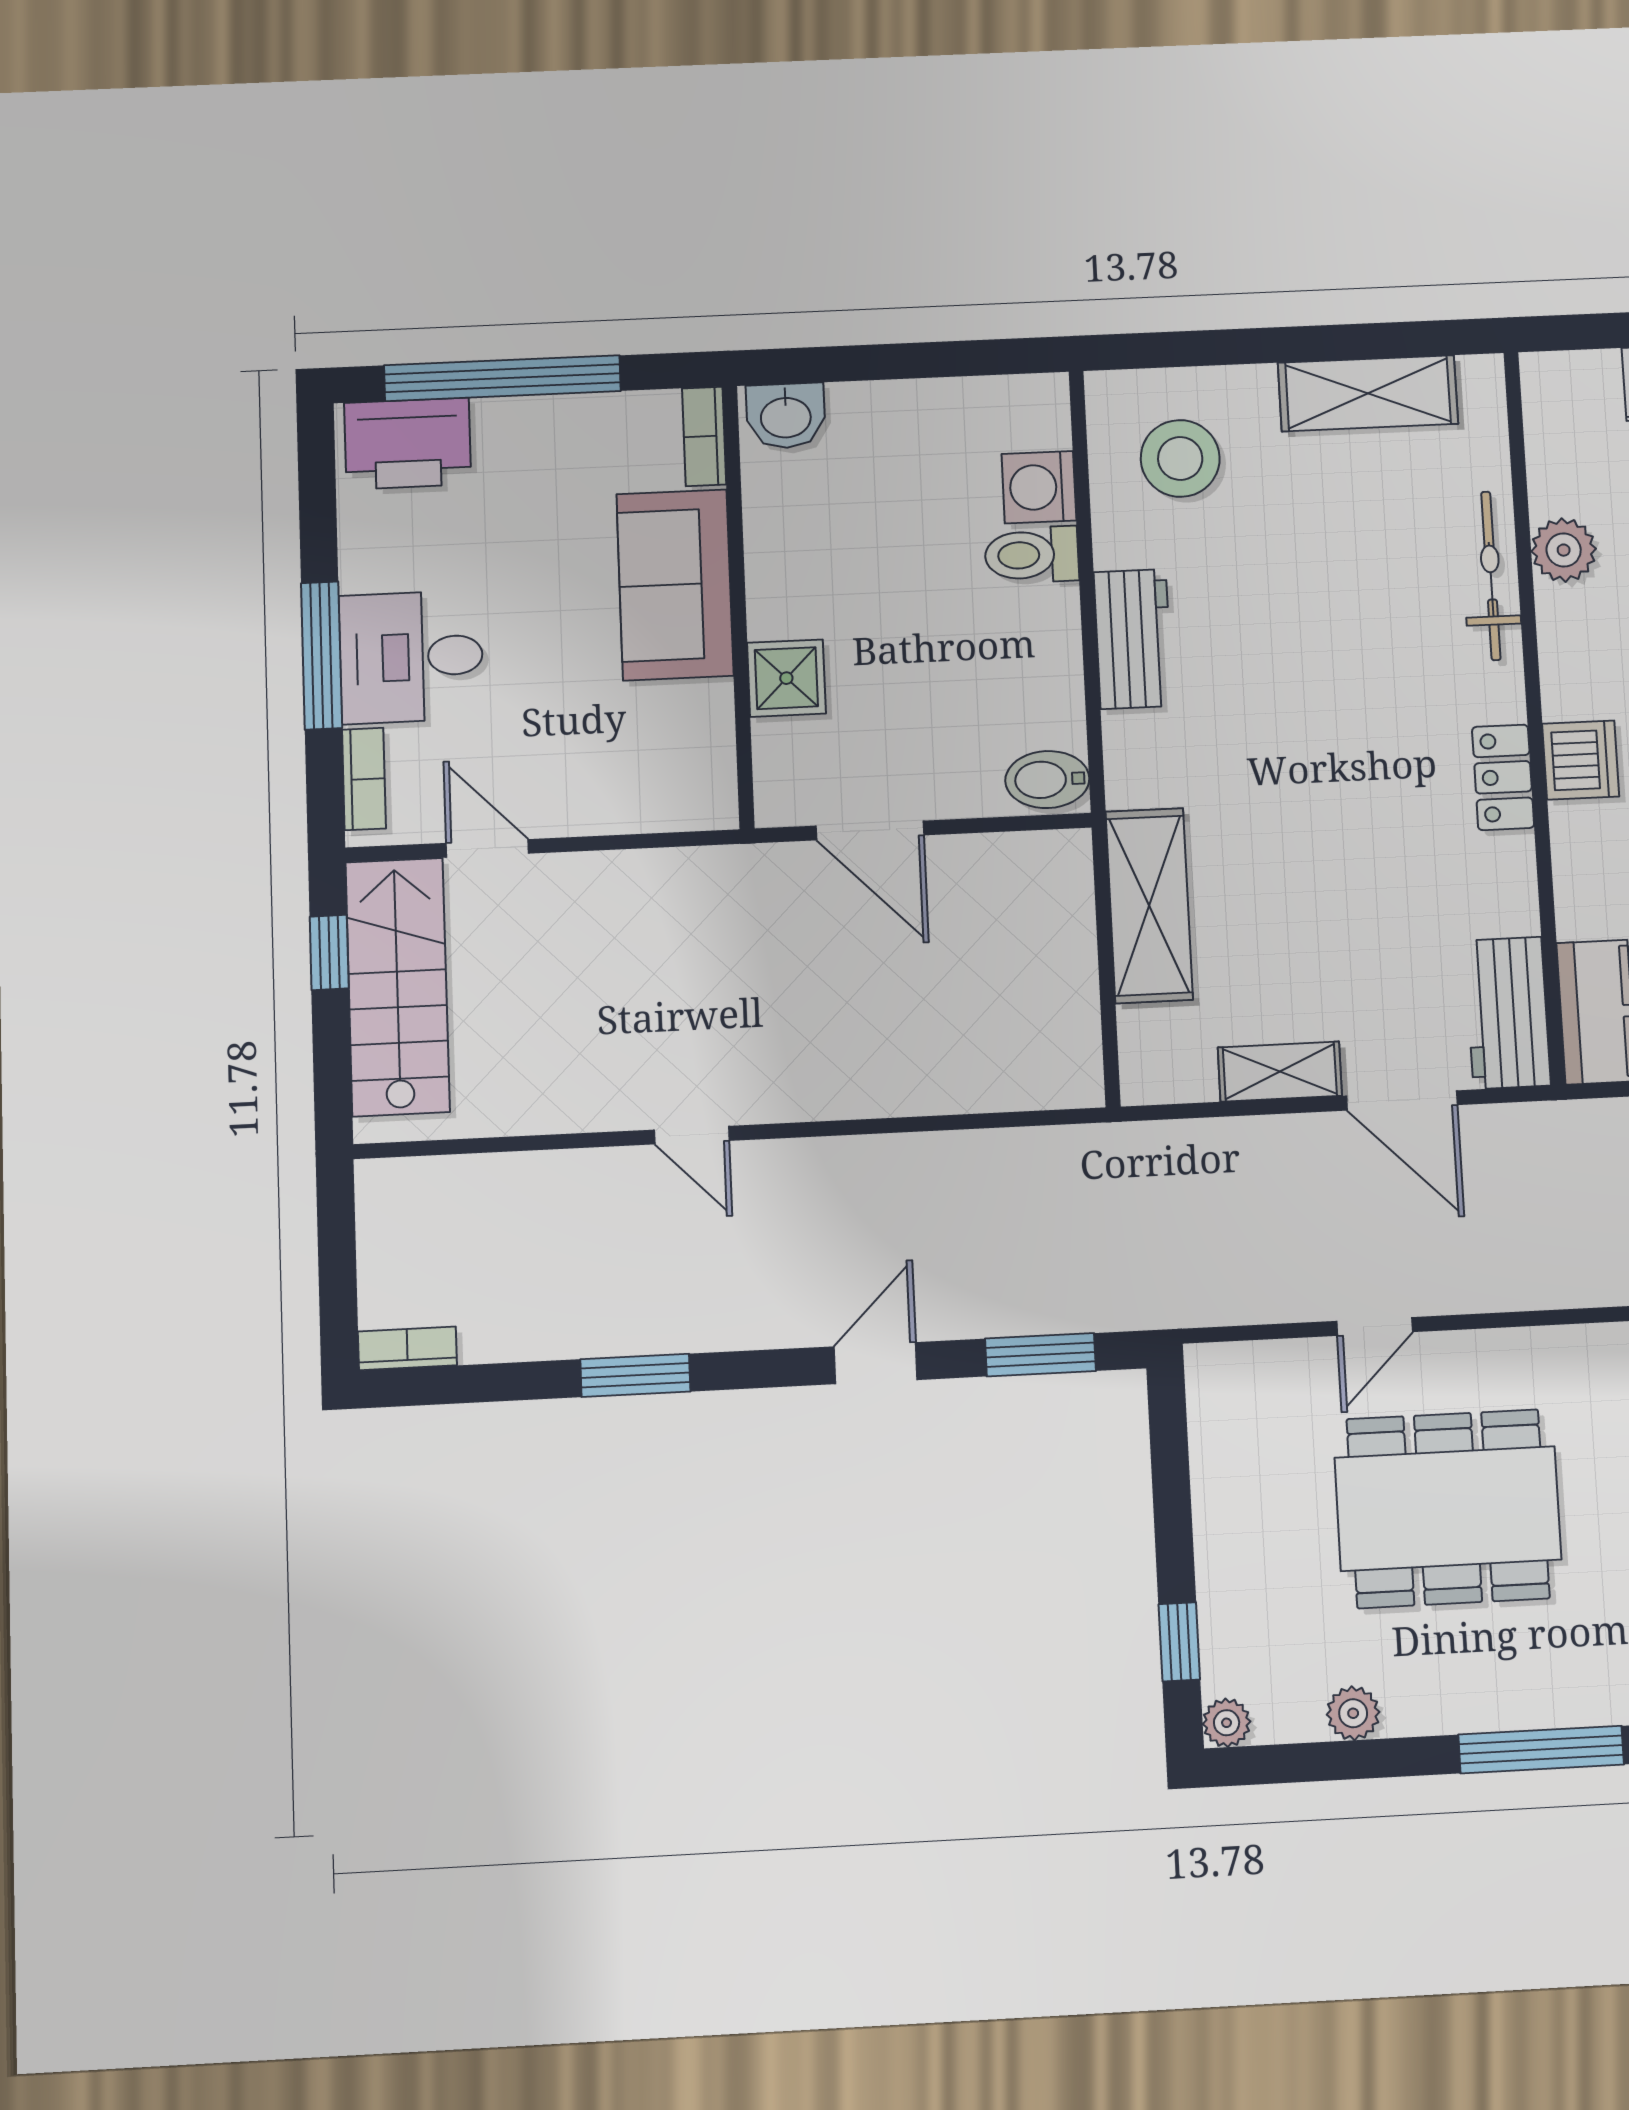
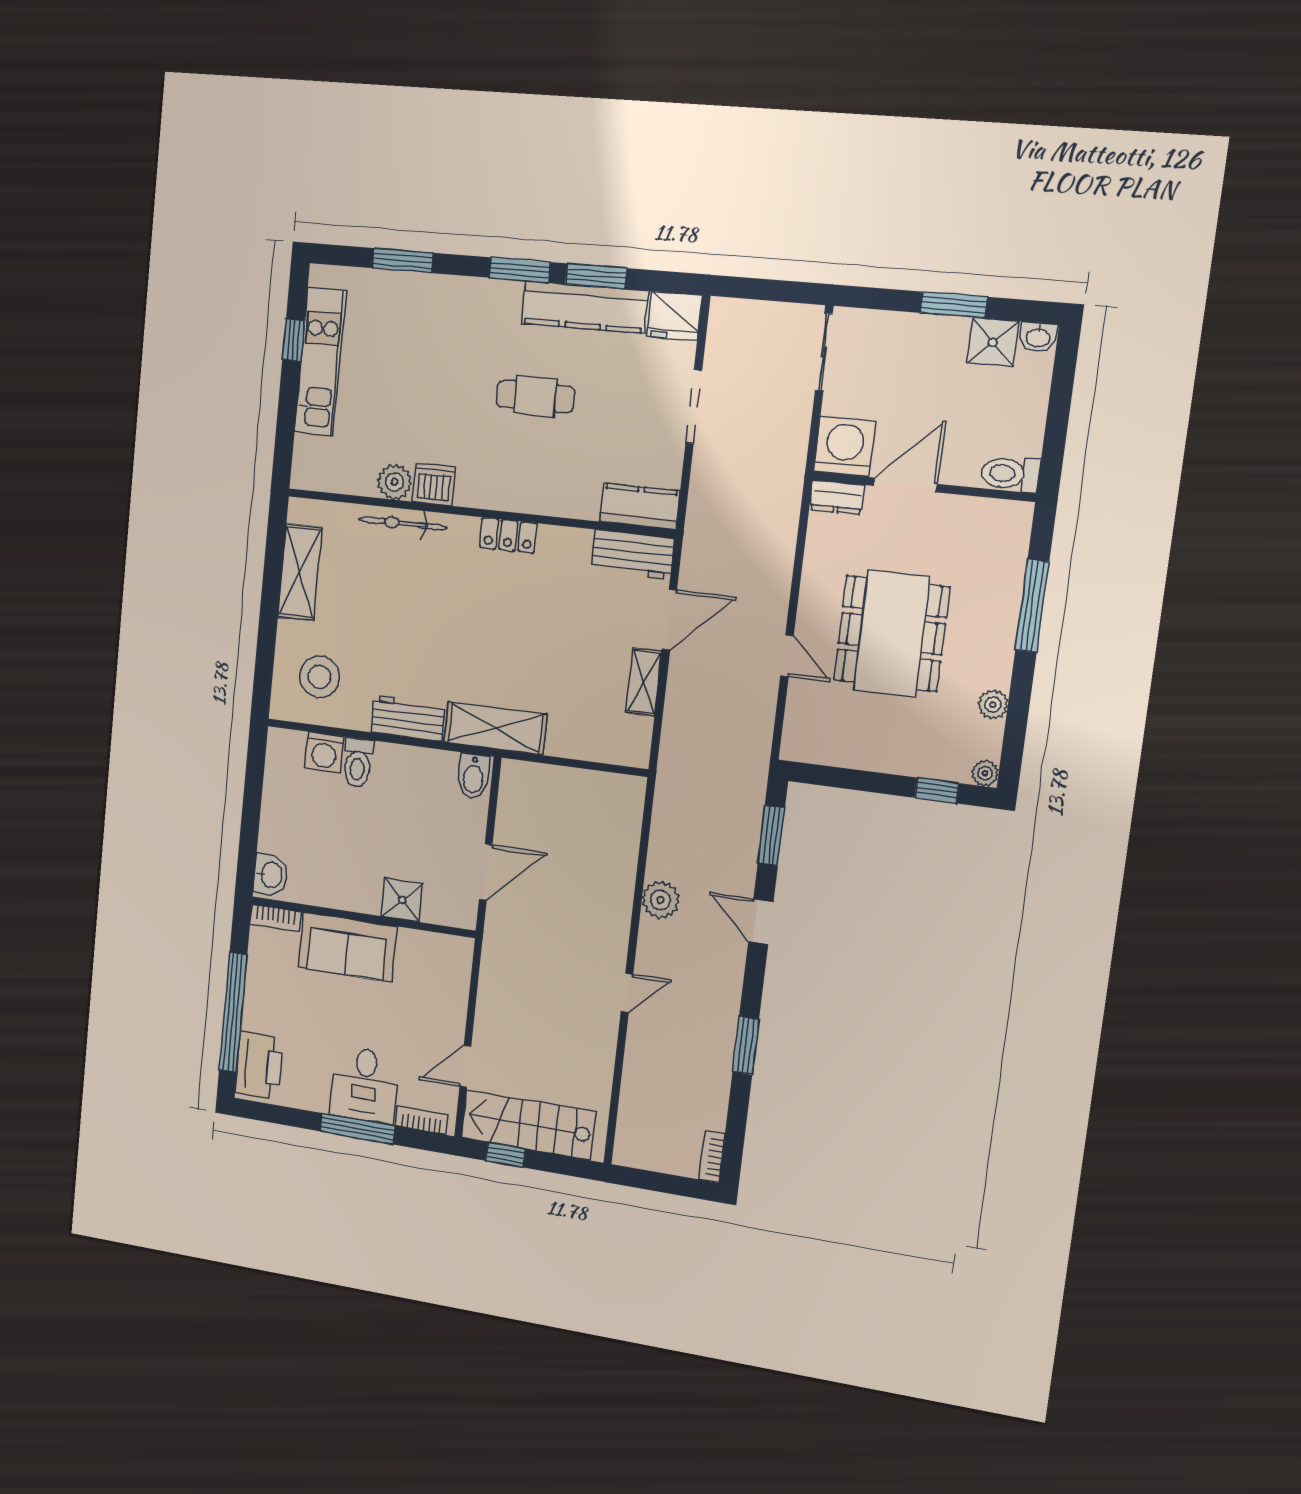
dishwasher: (1581, 760) -> (434, 484), moved
shelving: (1149, 906) -> (495, 728), moved
plant: (880, 1169) -> (660, 900), added

